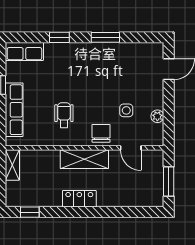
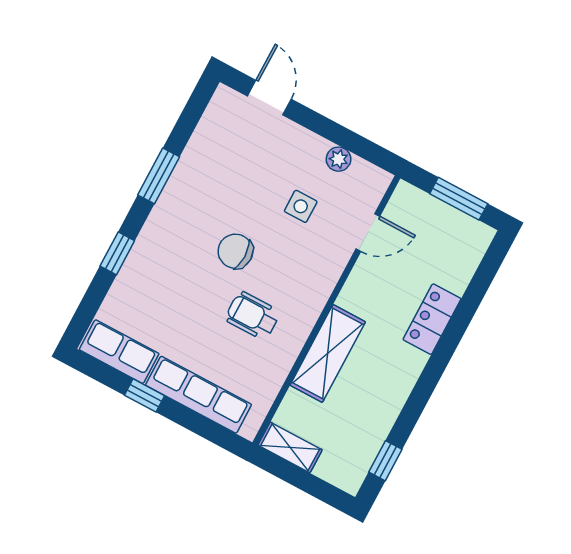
row of seats: (24, 51) -> (119, 352), moved, turned -90
chair: (101, 133) -> (235, 251), moved
shelving: (84, 159) -> (328, 353), moved
locker: (79, 199) -> (432, 319), moved

